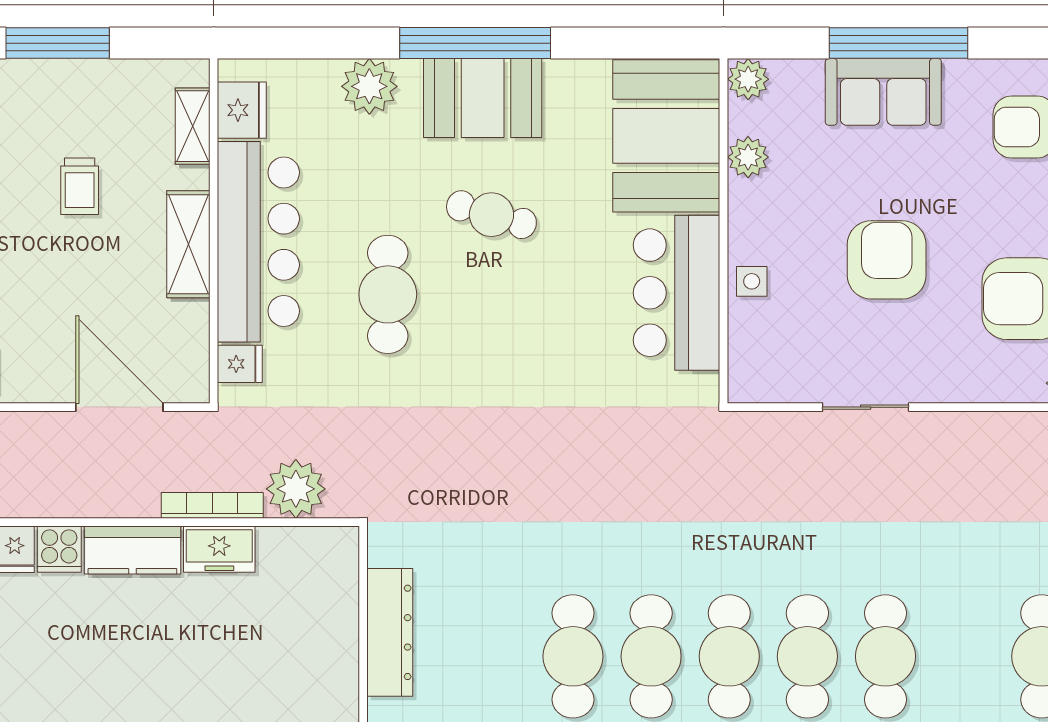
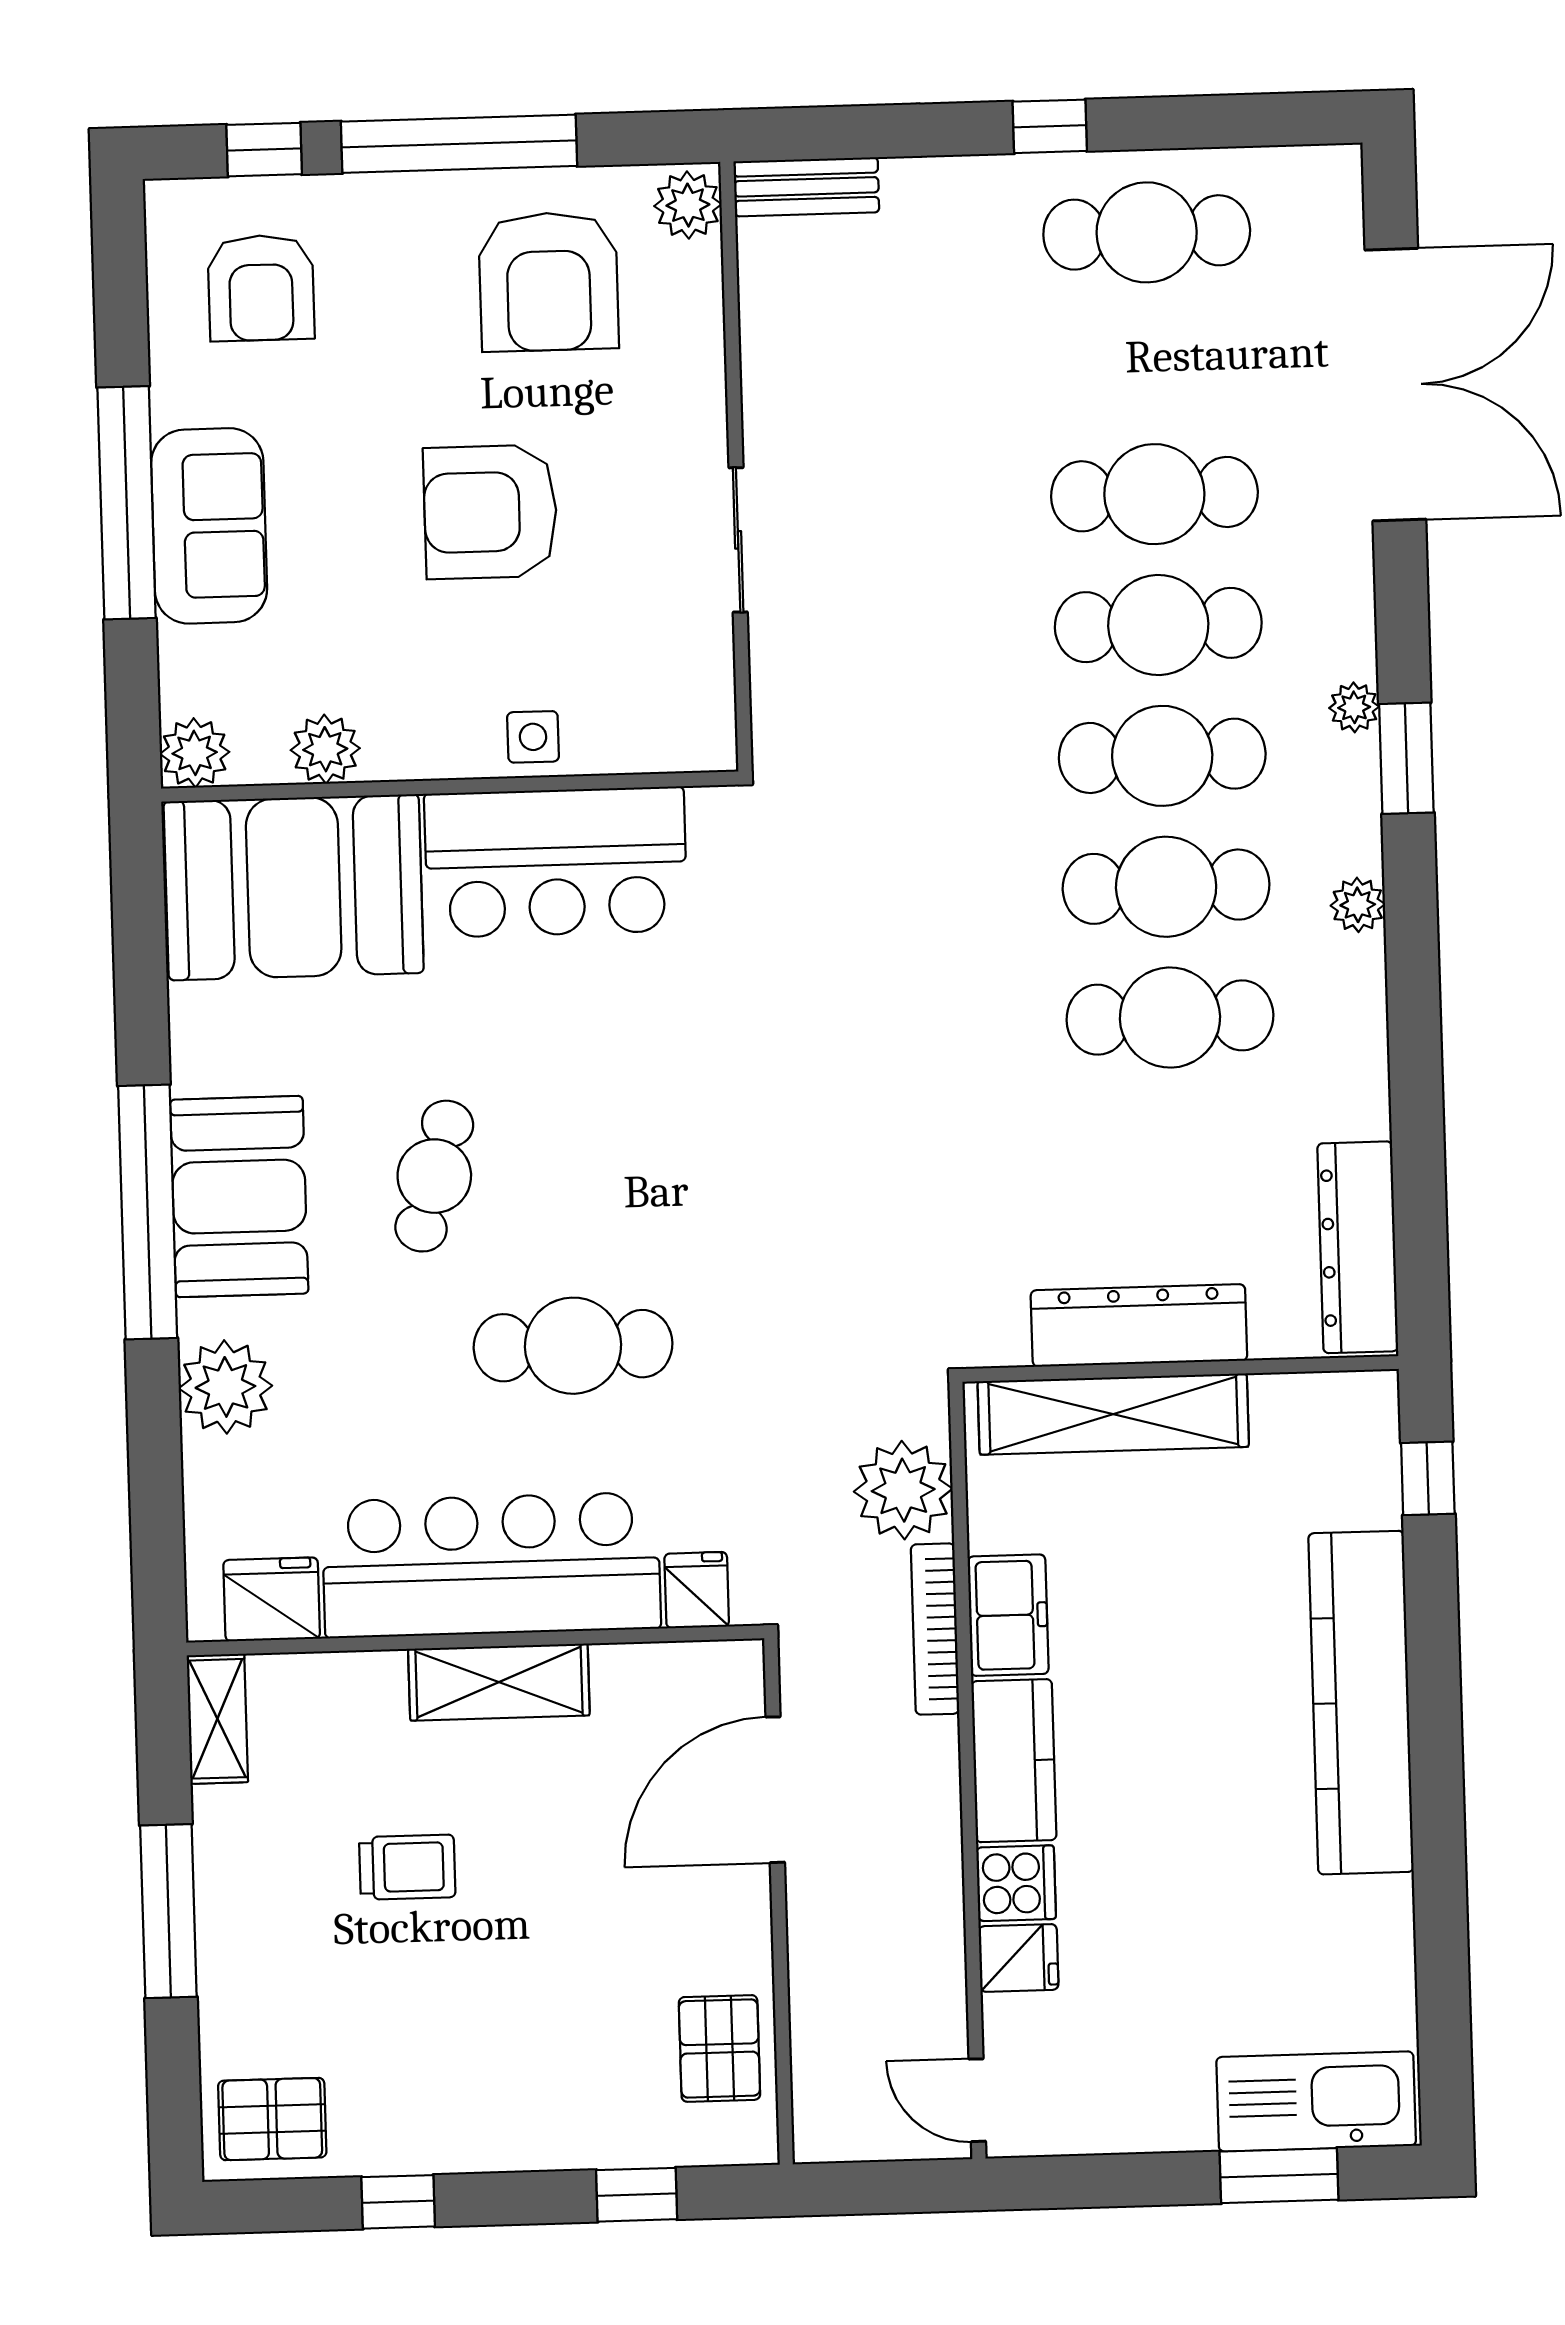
shelving: (193, 126) -> (217, 1719), moved, turned 90
shelving: (337, 615) -> (1113, 1414), added

